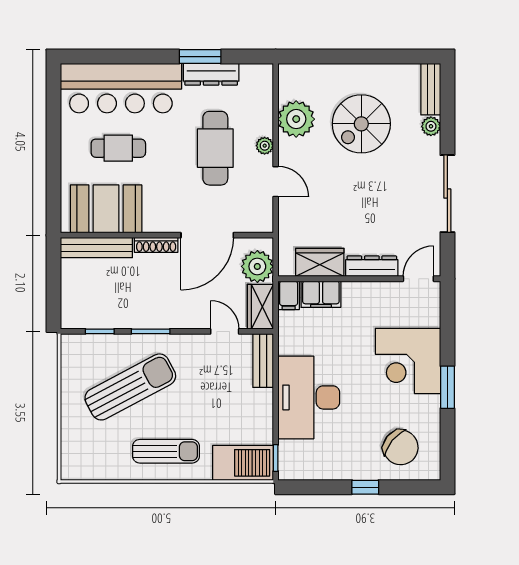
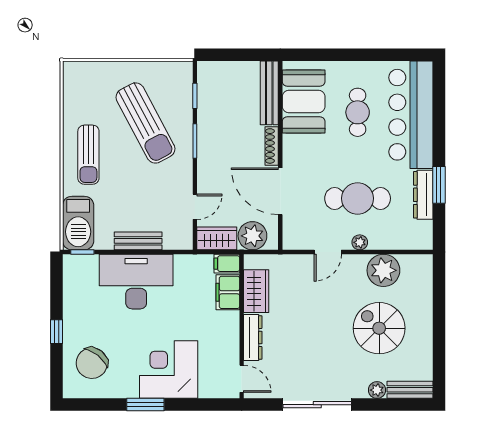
bench: (263, 361) -> (138, 241), moved

